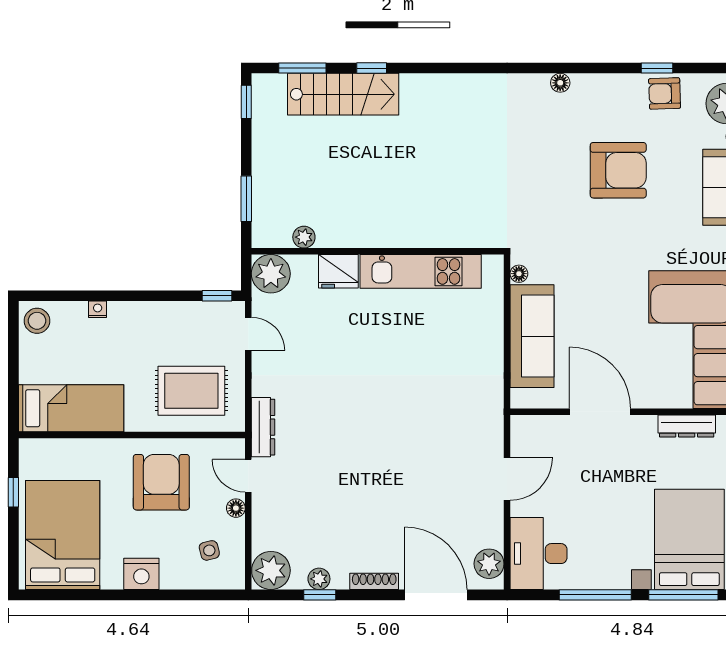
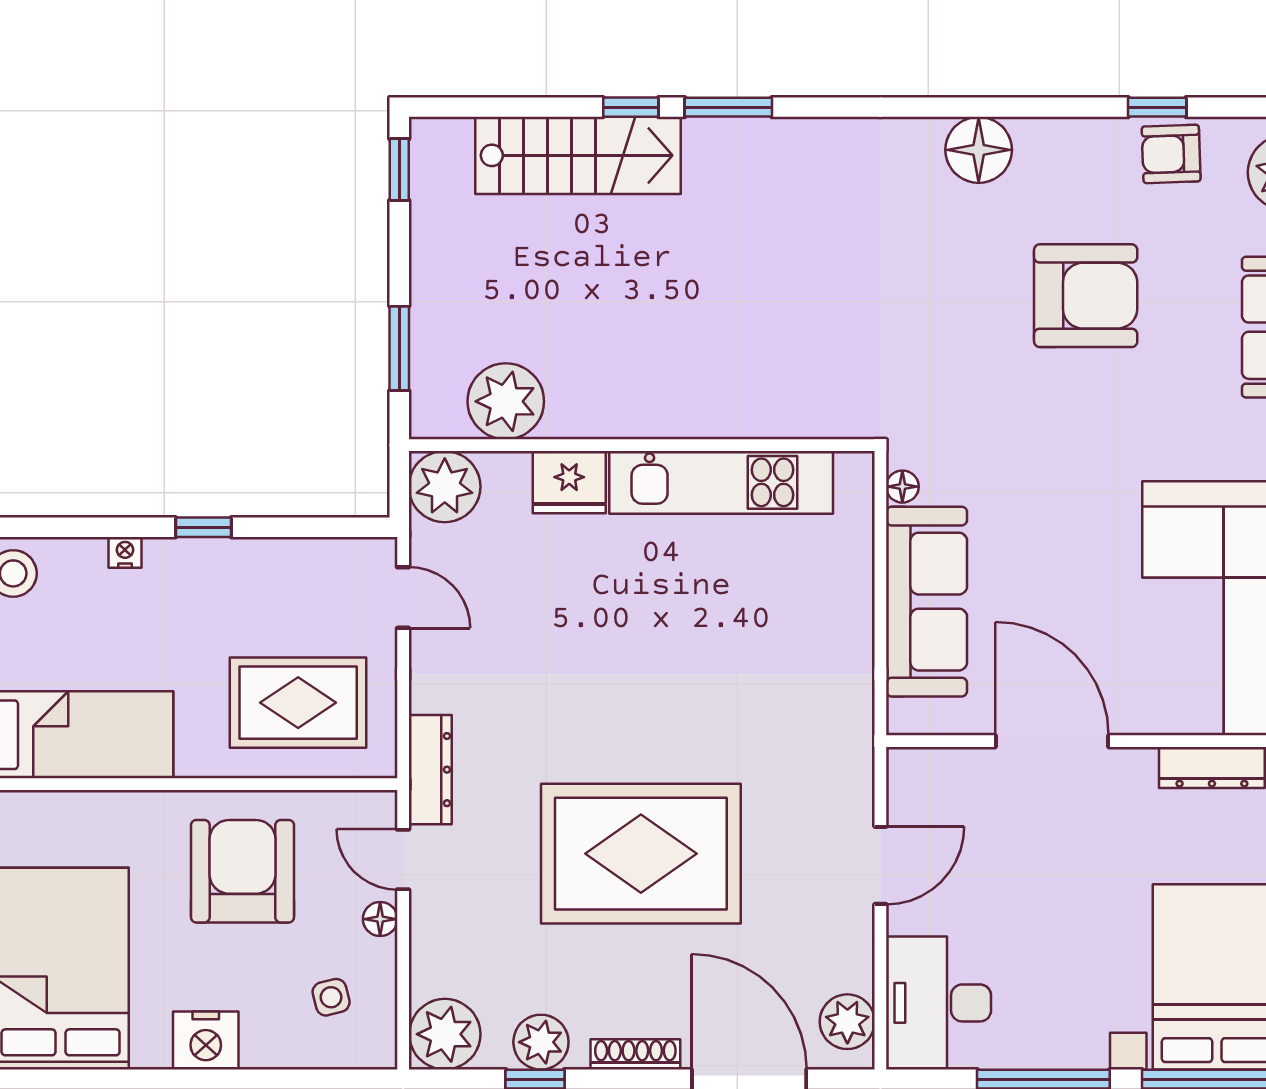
window: (302, 68) -> (728, 107), moved
floor lamp: (560, 83) -> (979, 150), width x1.89, depth x1.89
plant: (304, 237) -> (506, 401), width x1.88, depth x1.88
window: (217, 296) -> (203, 527), moved
rug: (377, 473) -> (641, 854), added
plant: (319, 579) -> (541, 1042), width x1.38, depth x1.38

